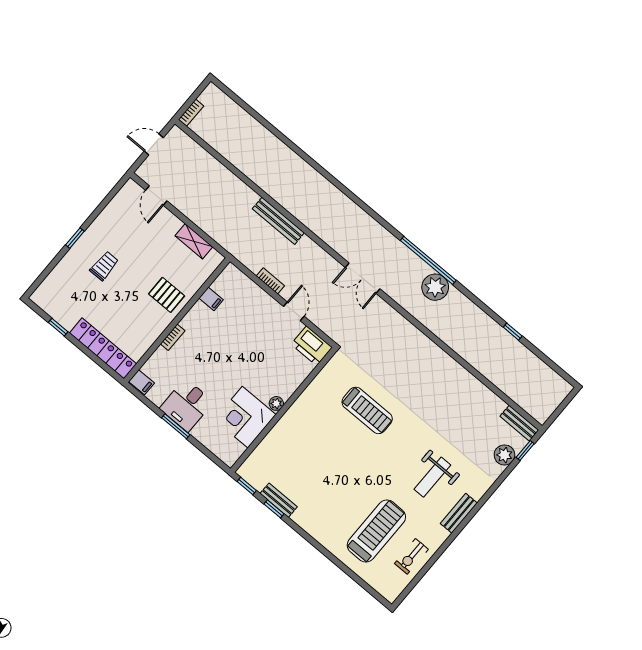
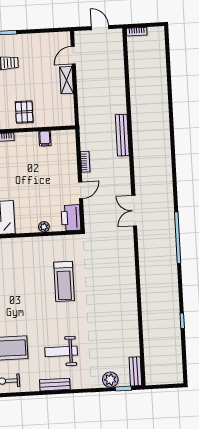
shelving: (194, 241) -> (67, 80), moved
plant: (435, 287) -> (167, 255), removed
plant: (276, 403) -> (44, 227), moved

